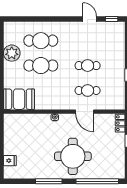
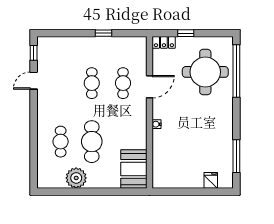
cafe table: (41, 41) -> (61, 142), width x0.73, depth x0.74
round table: (73, 156) -> (205, 72), moved
window: (49, 181) -> (236, 156), moved

